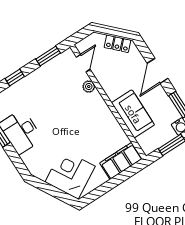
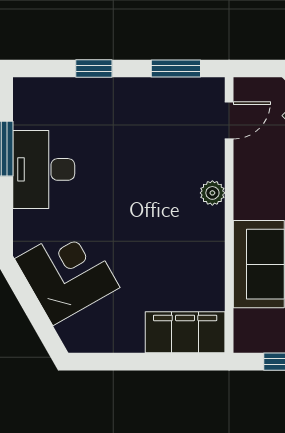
plant: (89, 87) -> (212, 193), moved
corner desk: (70, 174) -> (67, 273), moved

